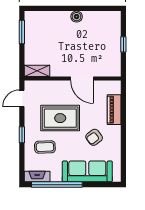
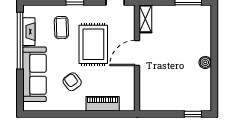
window: (123, 44) -> (193, 114), moved
door: (82, 78) -> (137, 53), moved
fireplace: (37, 176) -> (29, 32), moved

